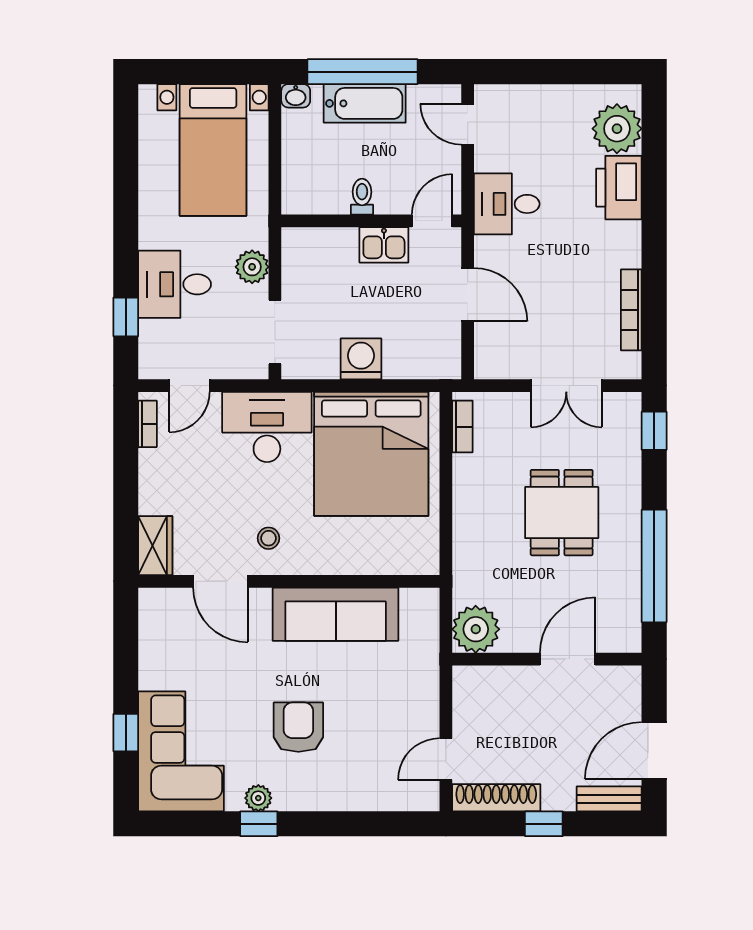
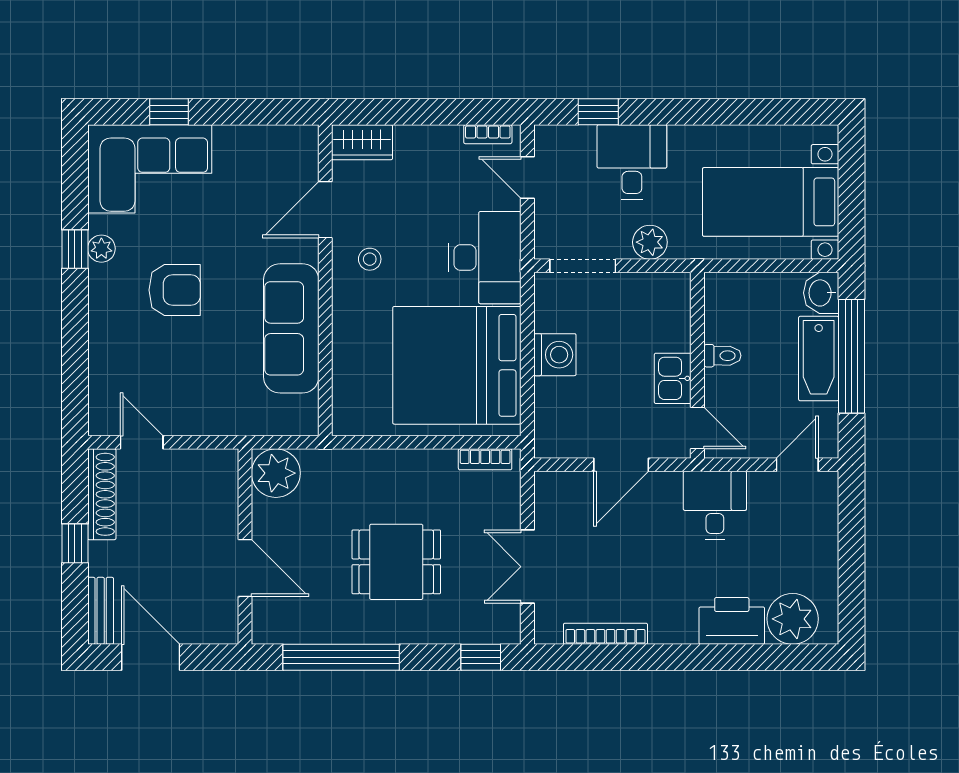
washbasin: (296, 96) -> (821, 293), width x1.38, depth x1.45

